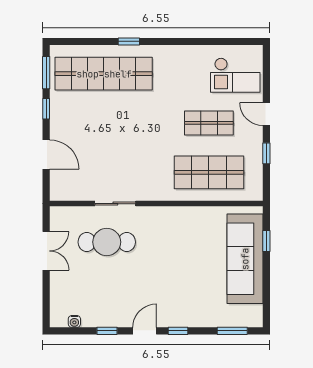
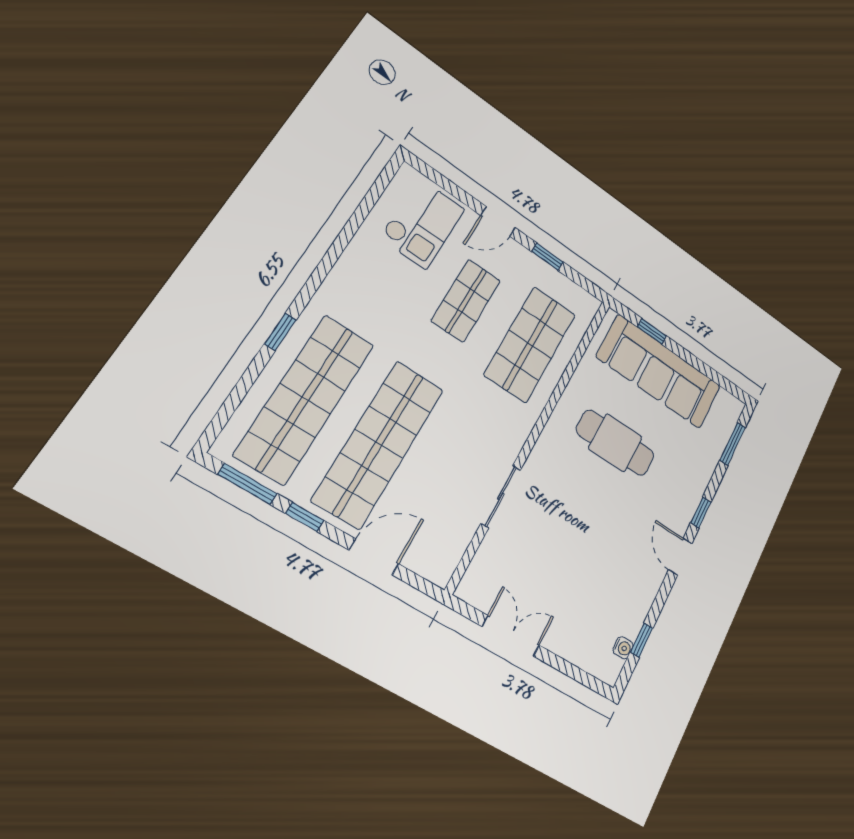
shop shelf: (104, 123) -> (379, 444), added
cafe table: (107, 242) -> (615, 443), moved, turned 90
window: (107, 331) -> (642, 640), moved

